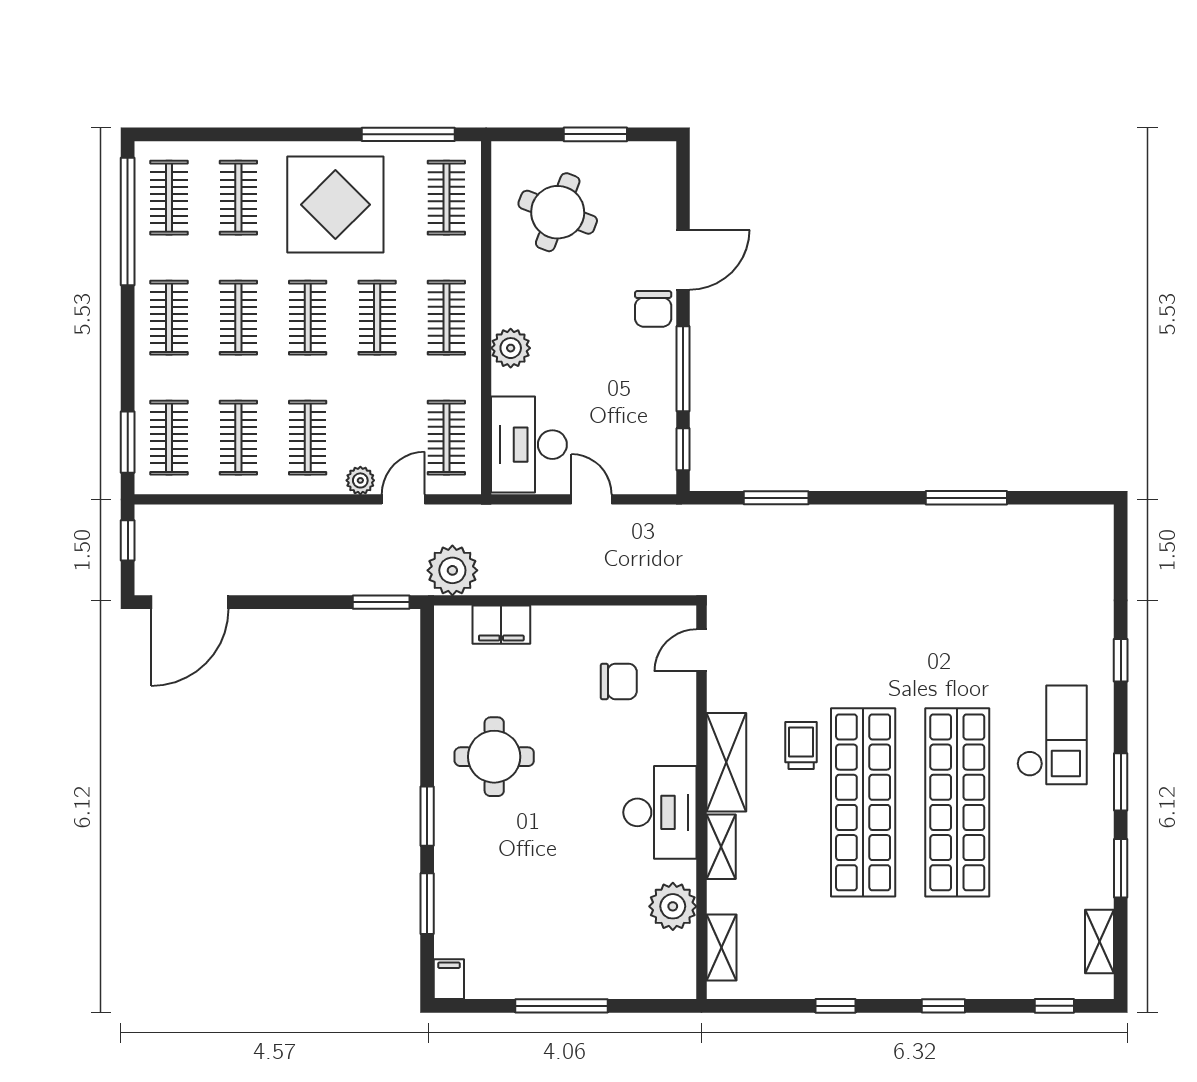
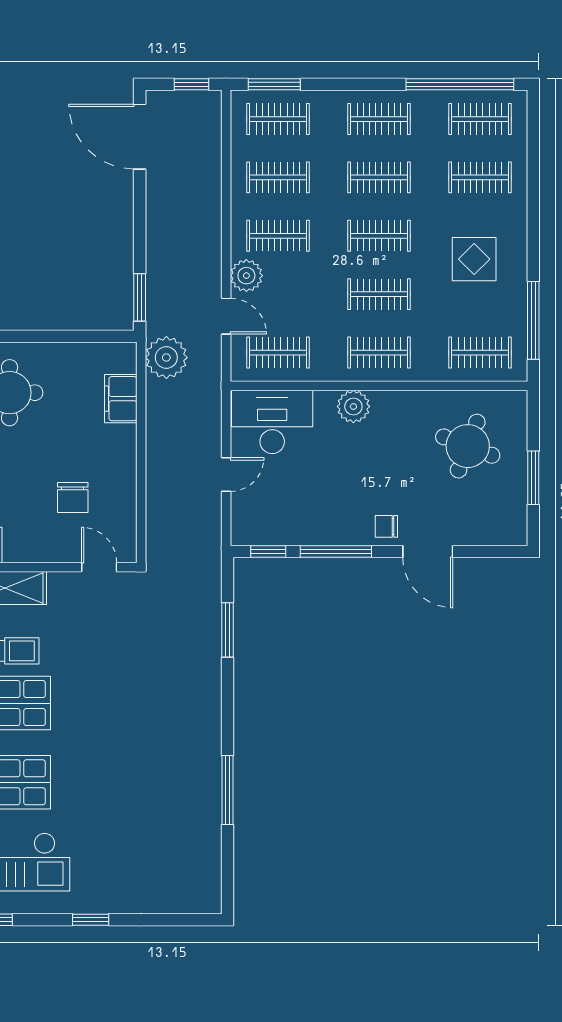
display table: (335, 205) -> (474, 259), width x0.54, depth x0.54
chair: (653, 309) -> (386, 526), width x0.73, depth x0.73
plant: (360, 480) -> (246, 276), width x1.38, depth x1.38

